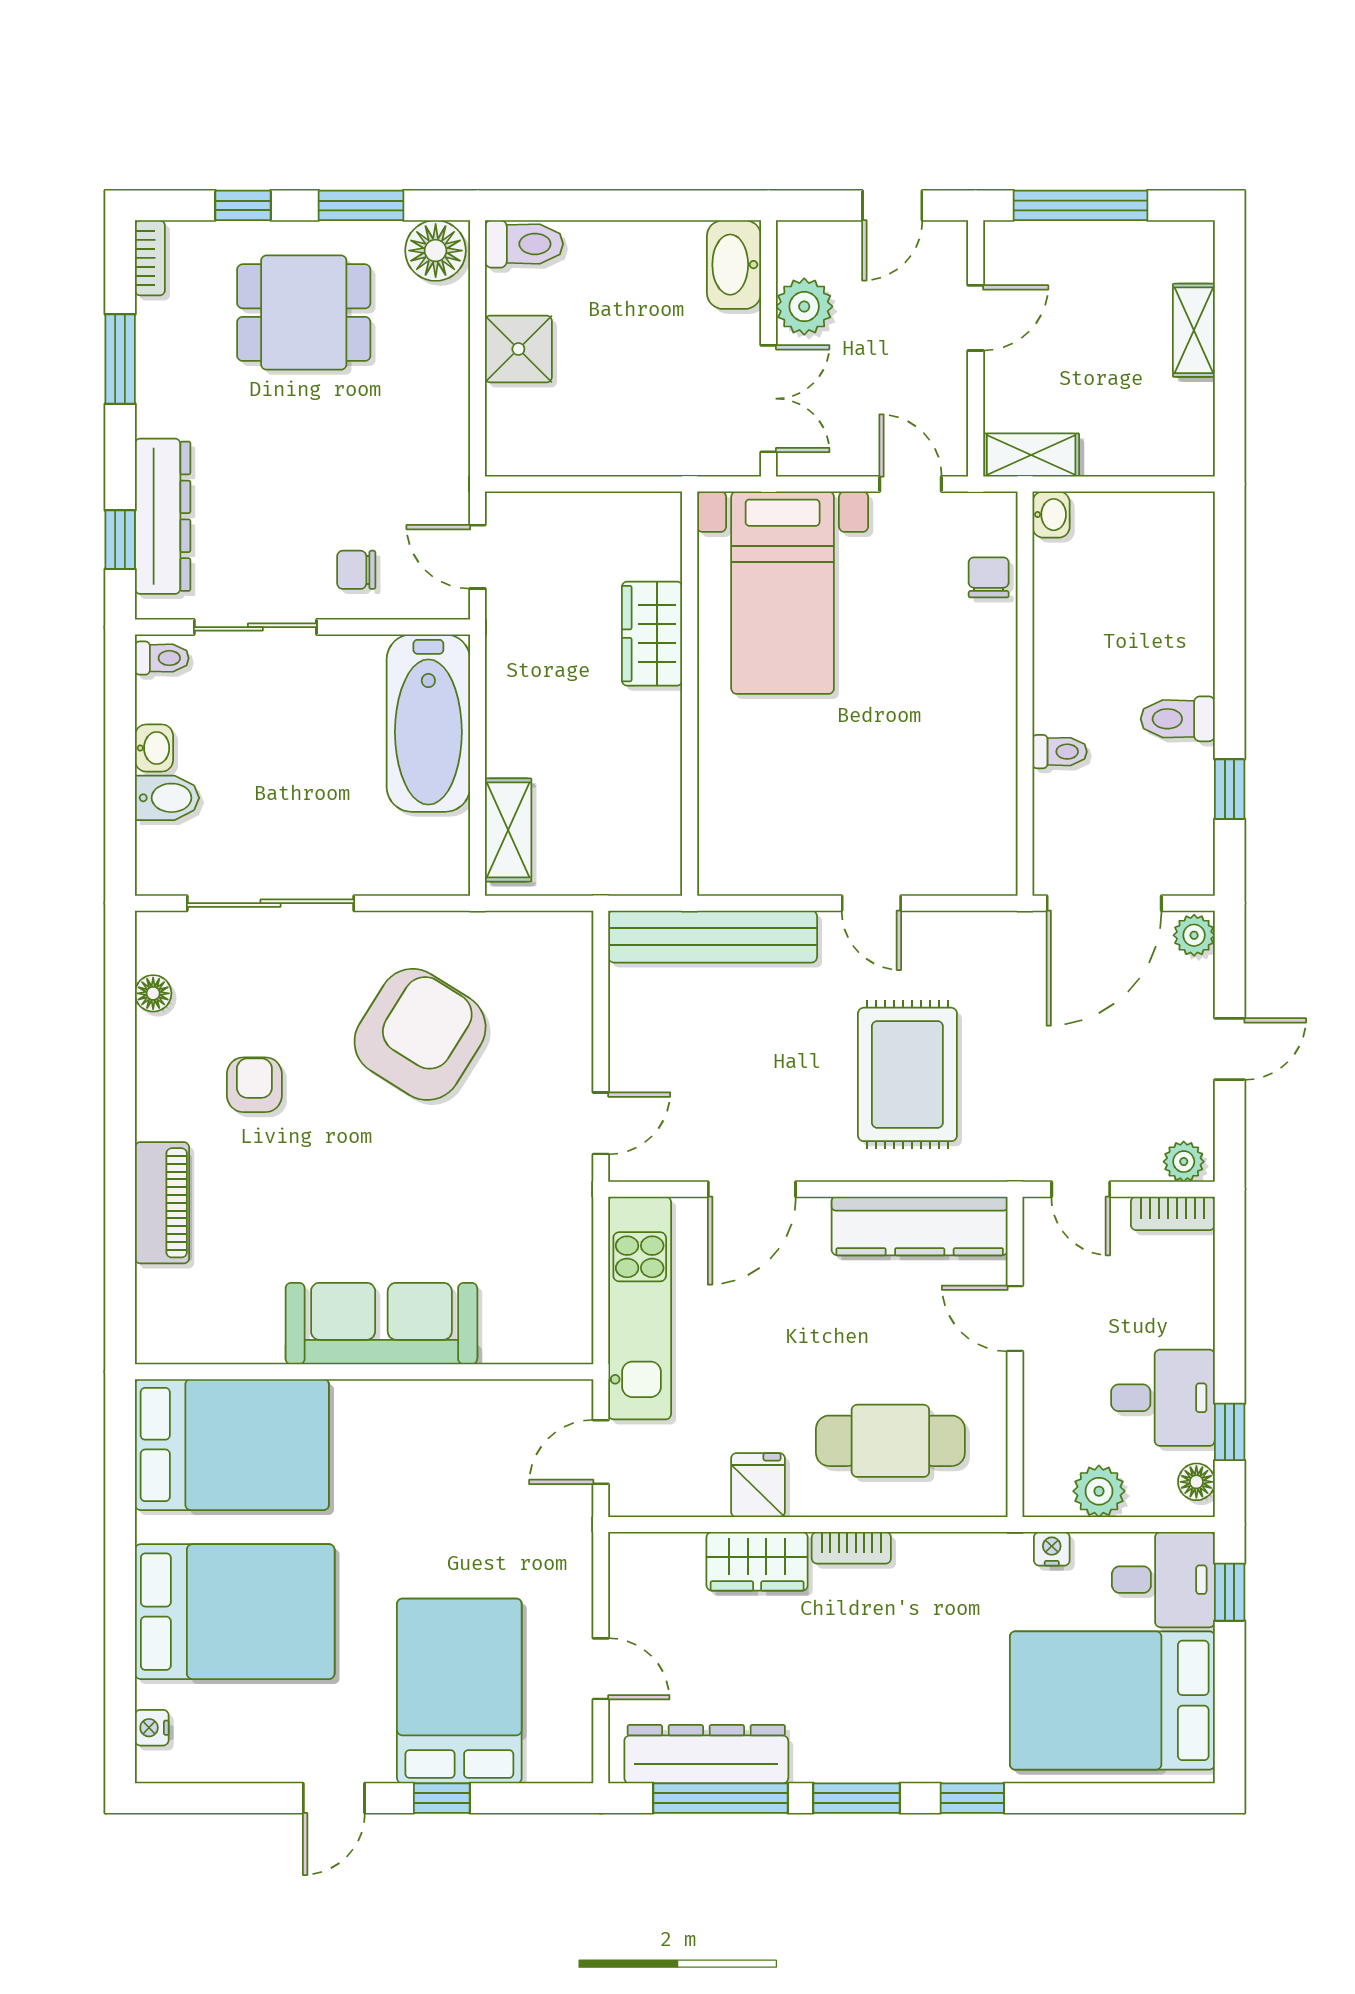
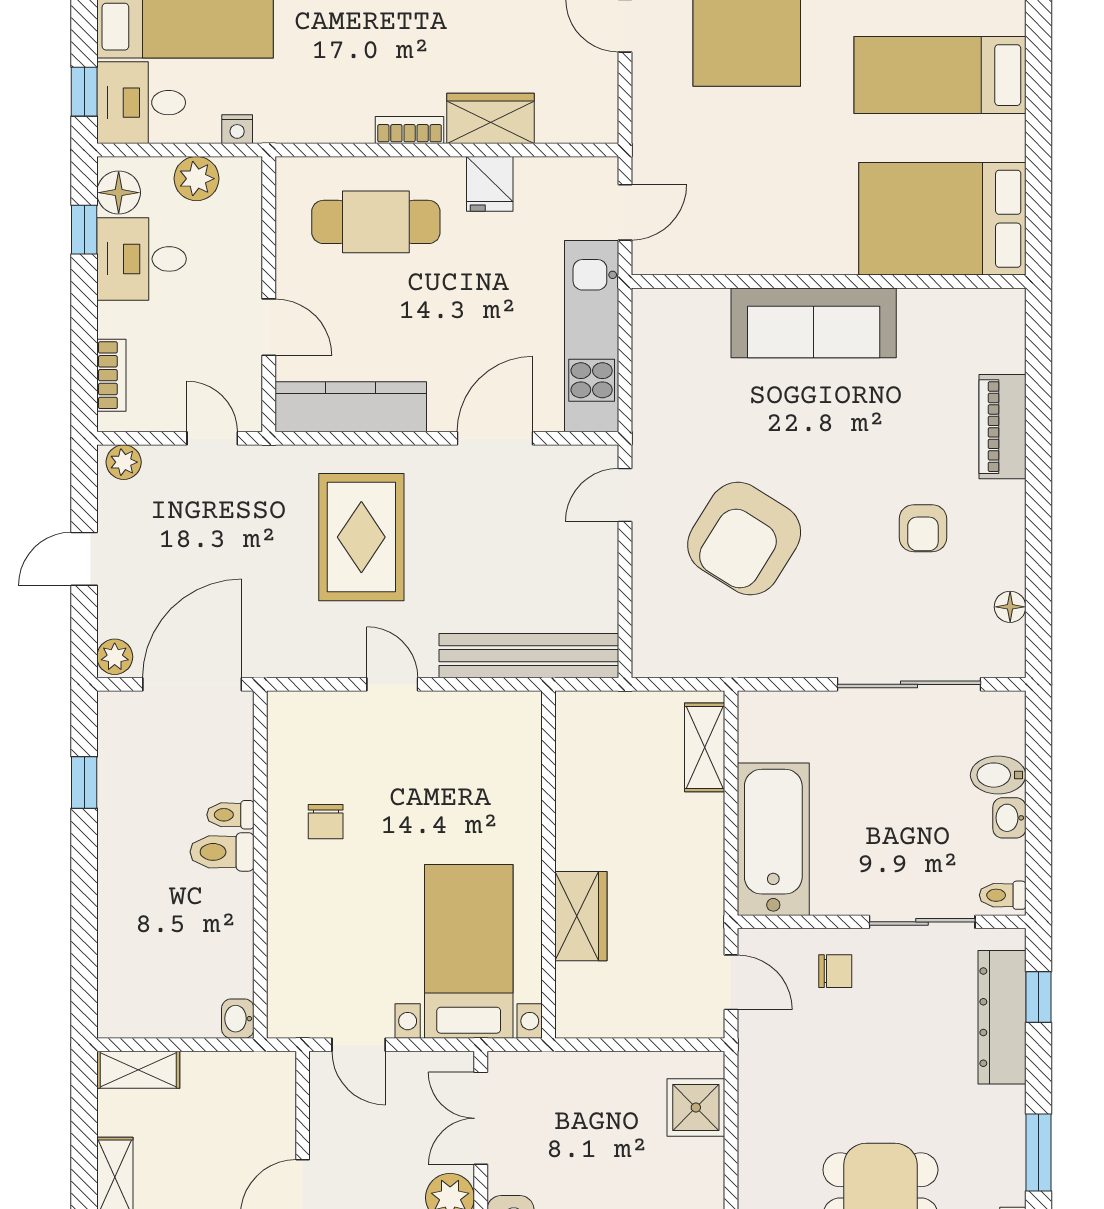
shower: (518, 349) -> (696, 1107), moved
shelving: (1031, 455) -> (138, 1070), moved
chair: (989, 577) -> (326, 822), moved
toilet: (1178, 719) -> (222, 852), moved, turned 180
armchair: (420, 1034) -> (744, 539), moved
bookcase: (1173, 1213) -> (111, 375), moved, turned 90
floor lamp: (1196, 1482) -> (119, 193), width x1.37, depth x1.37
bed: (235, 1612) -> (940, 75), width x0.67

